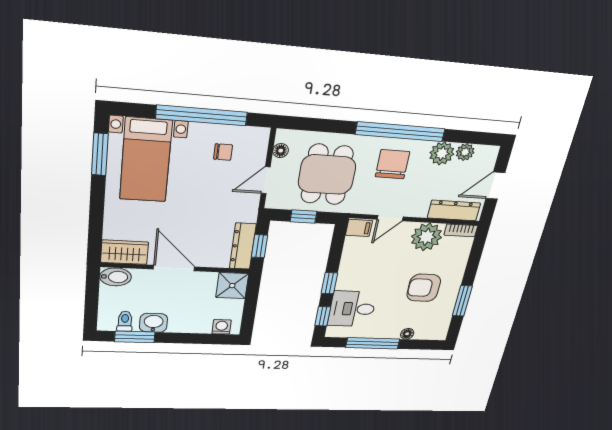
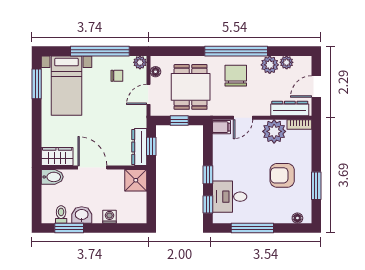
plant: (260, 136) -> (140, 62), added
washing machine: (222, 327) -> (109, 217), moved
floor lamp: (407, 334) -> (297, 218), moved

